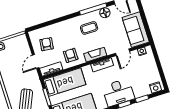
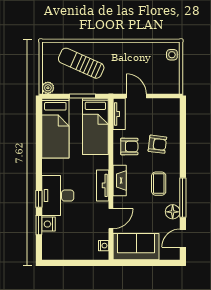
armchair: (47, 44) -> (157, 144), moved
door: (122, 52) -> (111, 219), swing flipped
nightstand: (155, 87) -> (48, 224), moved

